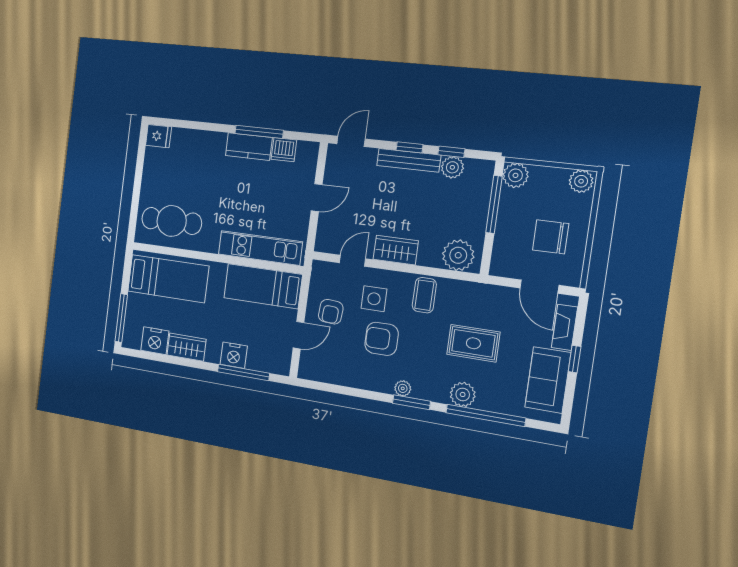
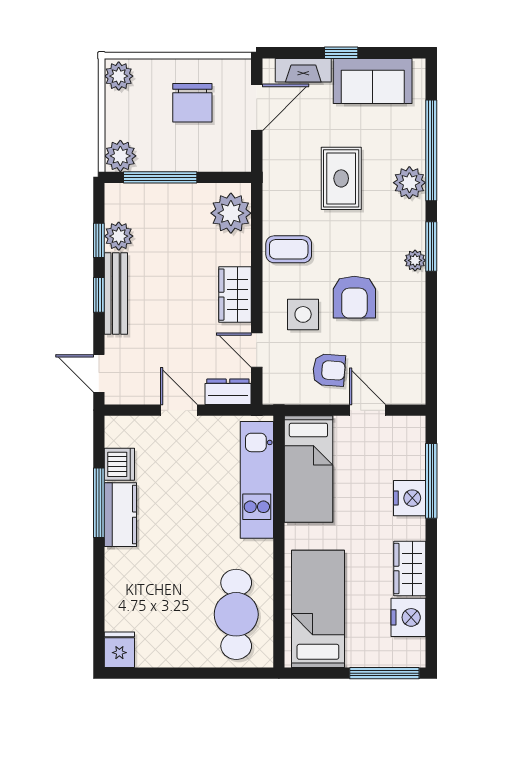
dresser: (325, 235) -> (228, 392), added

